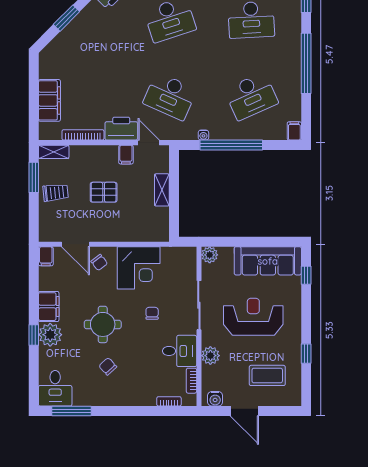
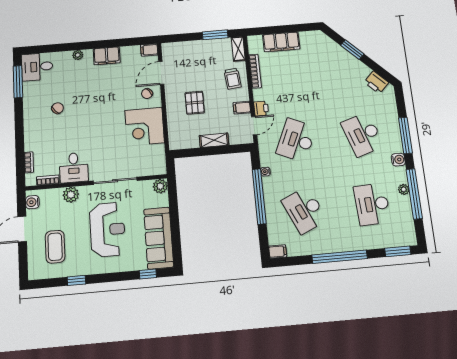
printer: (121, 129) -> (261, 108), width x0.53, depth x0.68
pallet: (104, 192) -> (195, 103), moved
trolley: (55, 193) -> (233, 79), moved
chair: (152, 313) -> (106, 141), removed
round table: (103, 324) -> (94, 101), removed
window: (34, 335) -> (82, 46), removed
plant: (50, 335) -> (78, 55), width x0.53, depth x0.53

